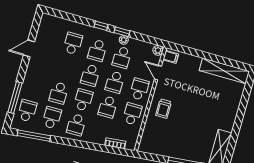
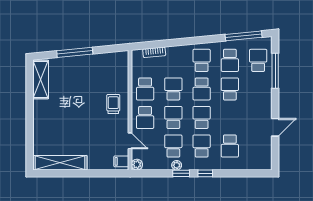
school desk: (27, 111) -> (258, 60), turned 180

